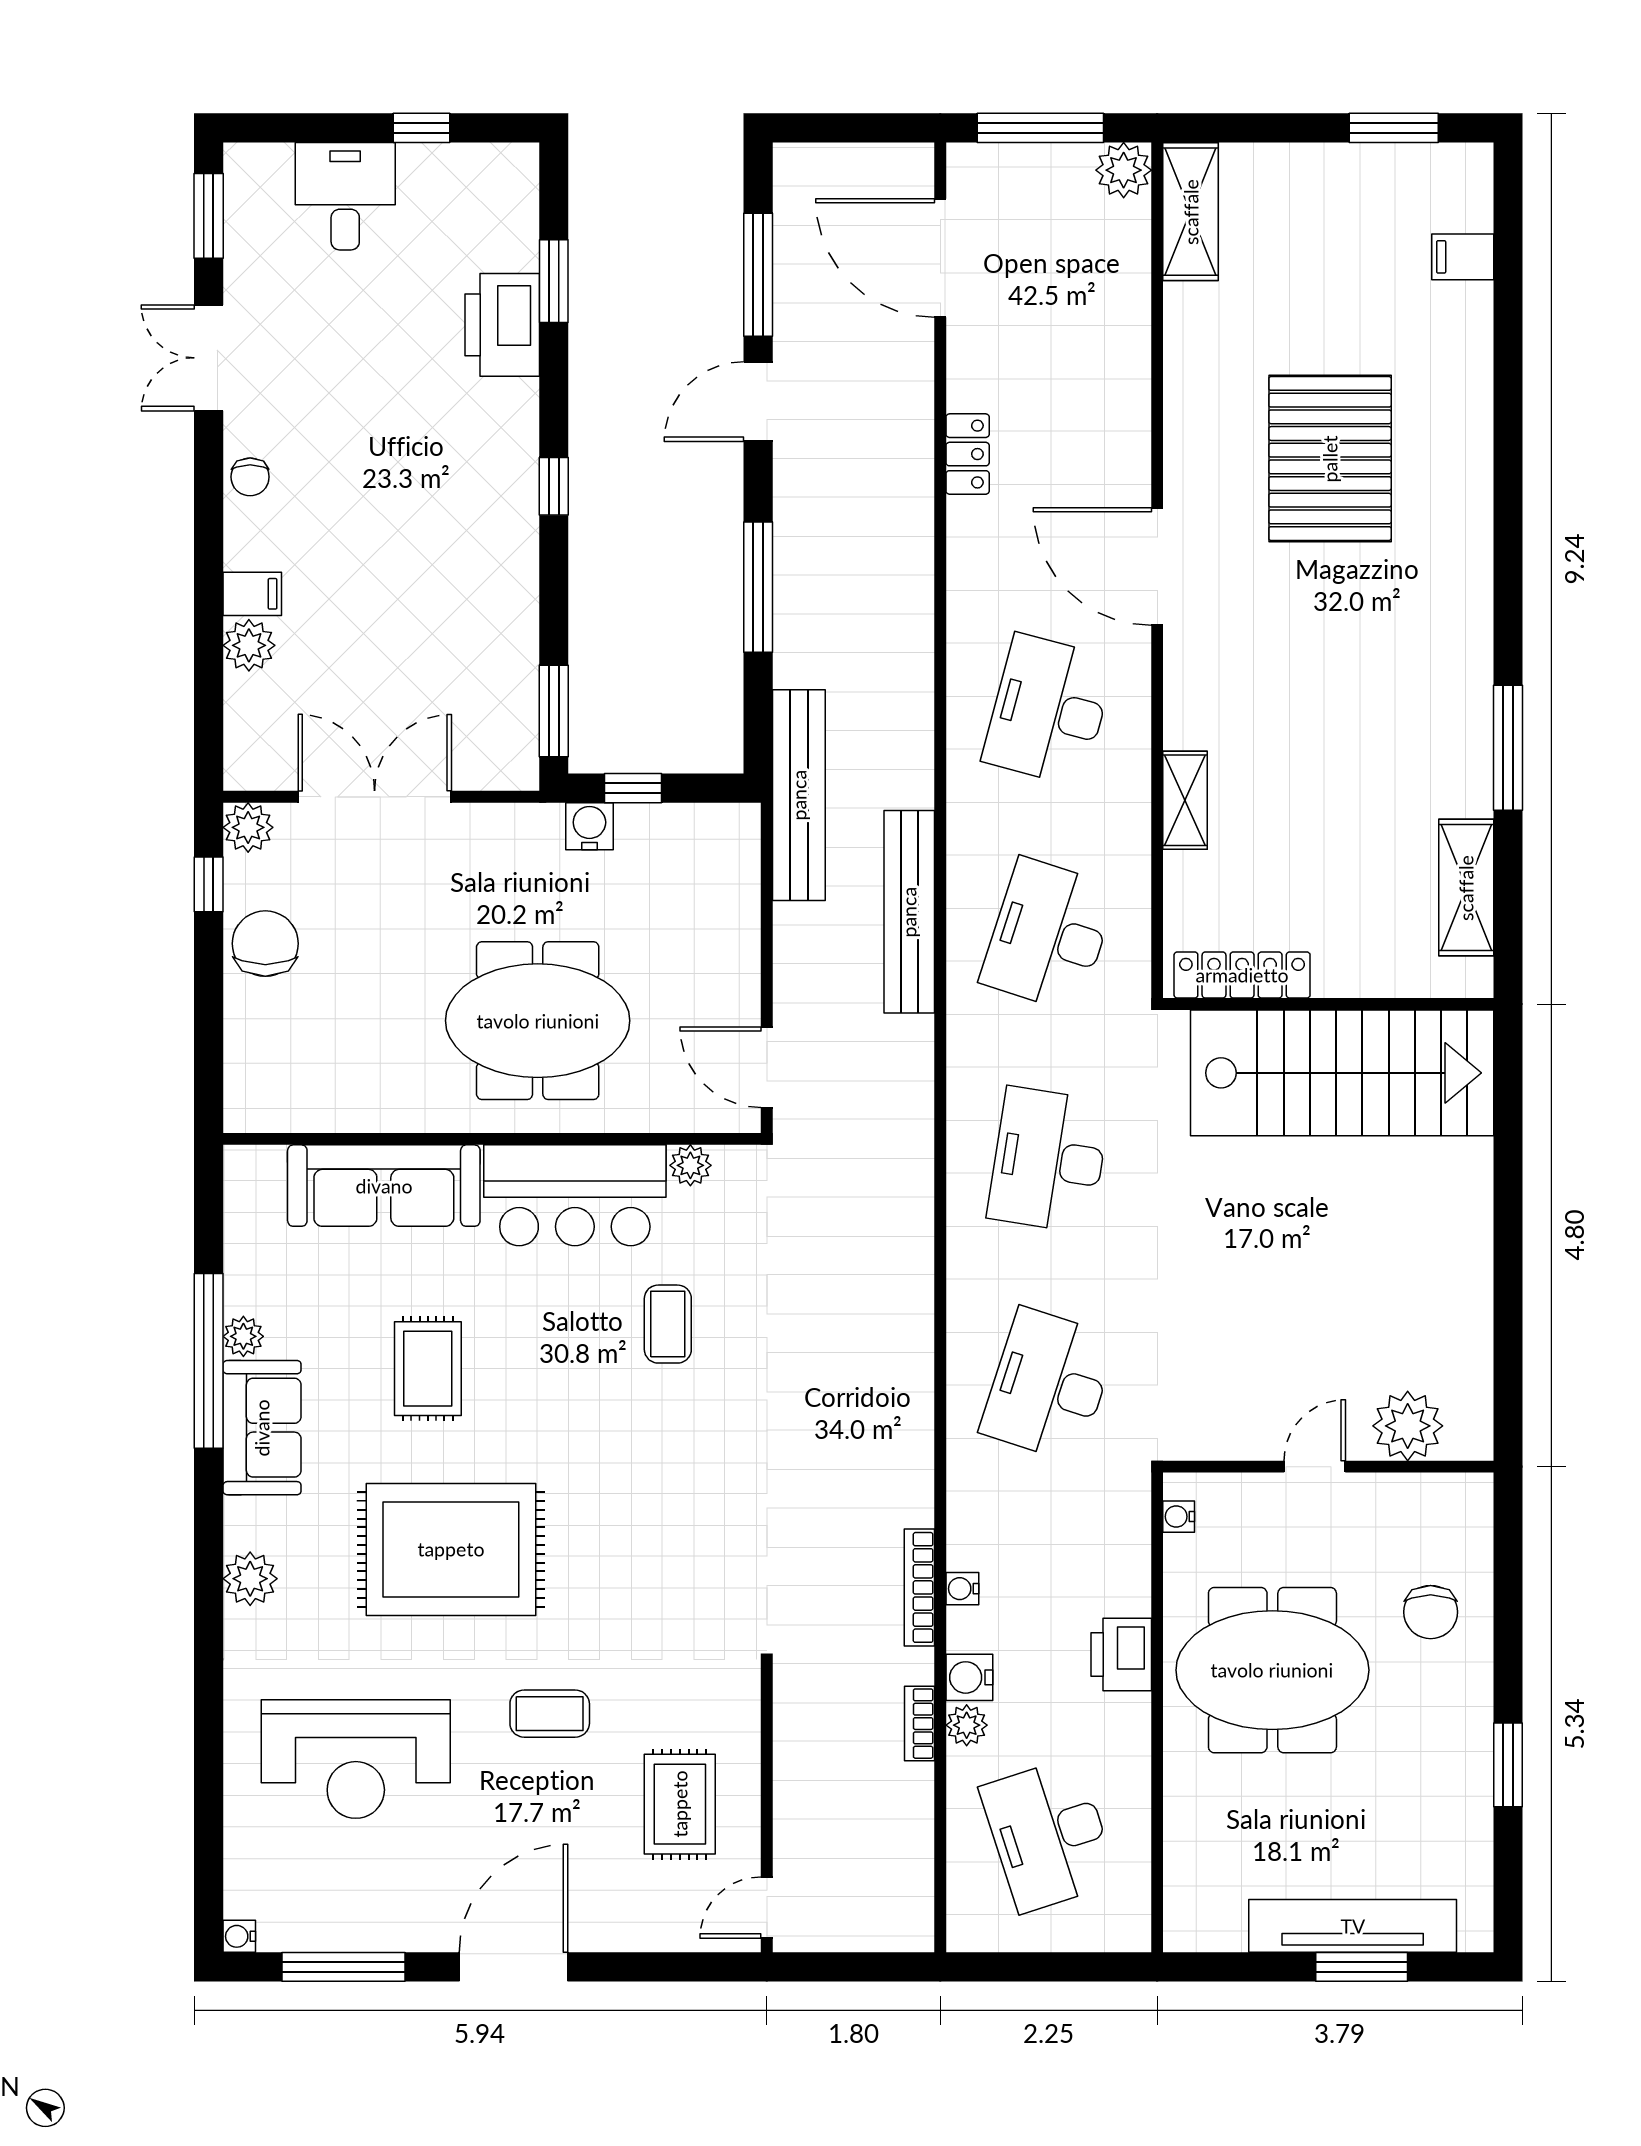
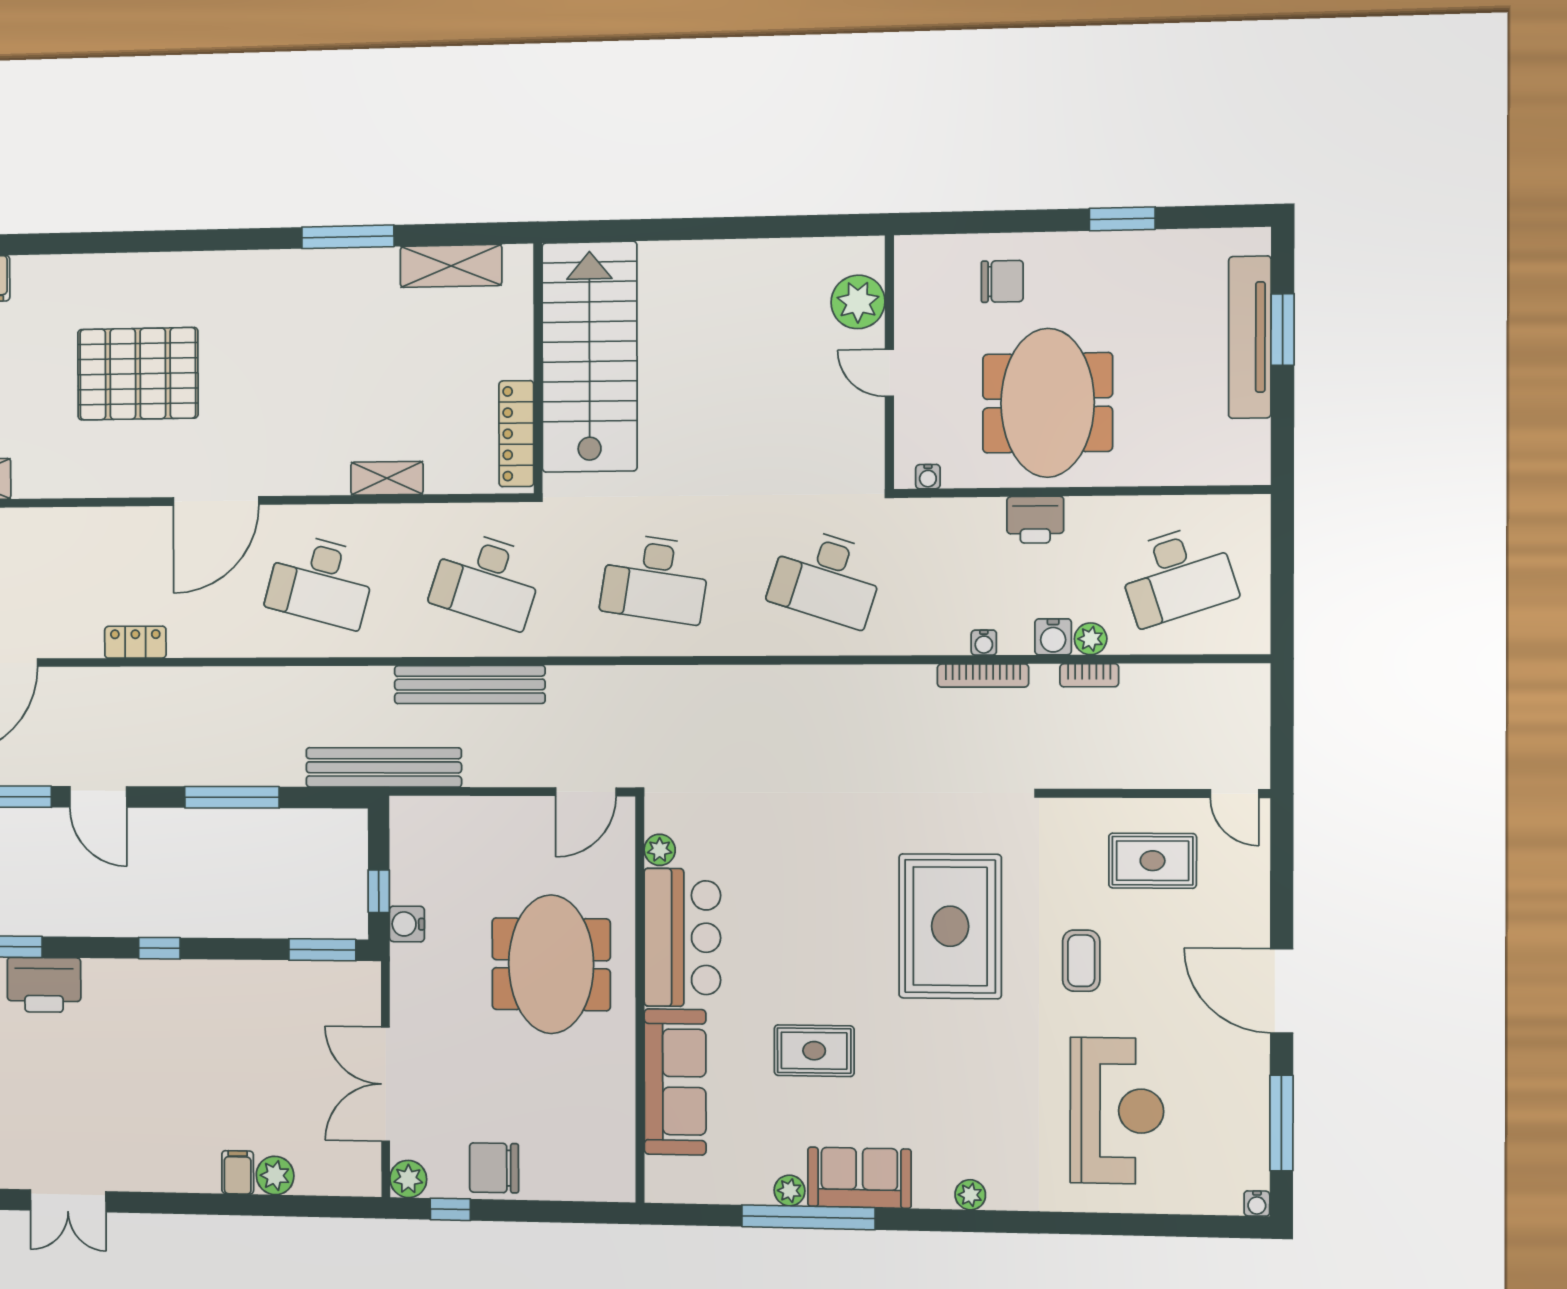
chair: (250, 477) -> (153, 1172), removed
coffee table: (668, 1324) -> (780, 868), removed
rug: (451, 1549) -> (950, 926), moved
plant: (250, 1579) -> (970, 1195), width x0.73, depth x0.73

